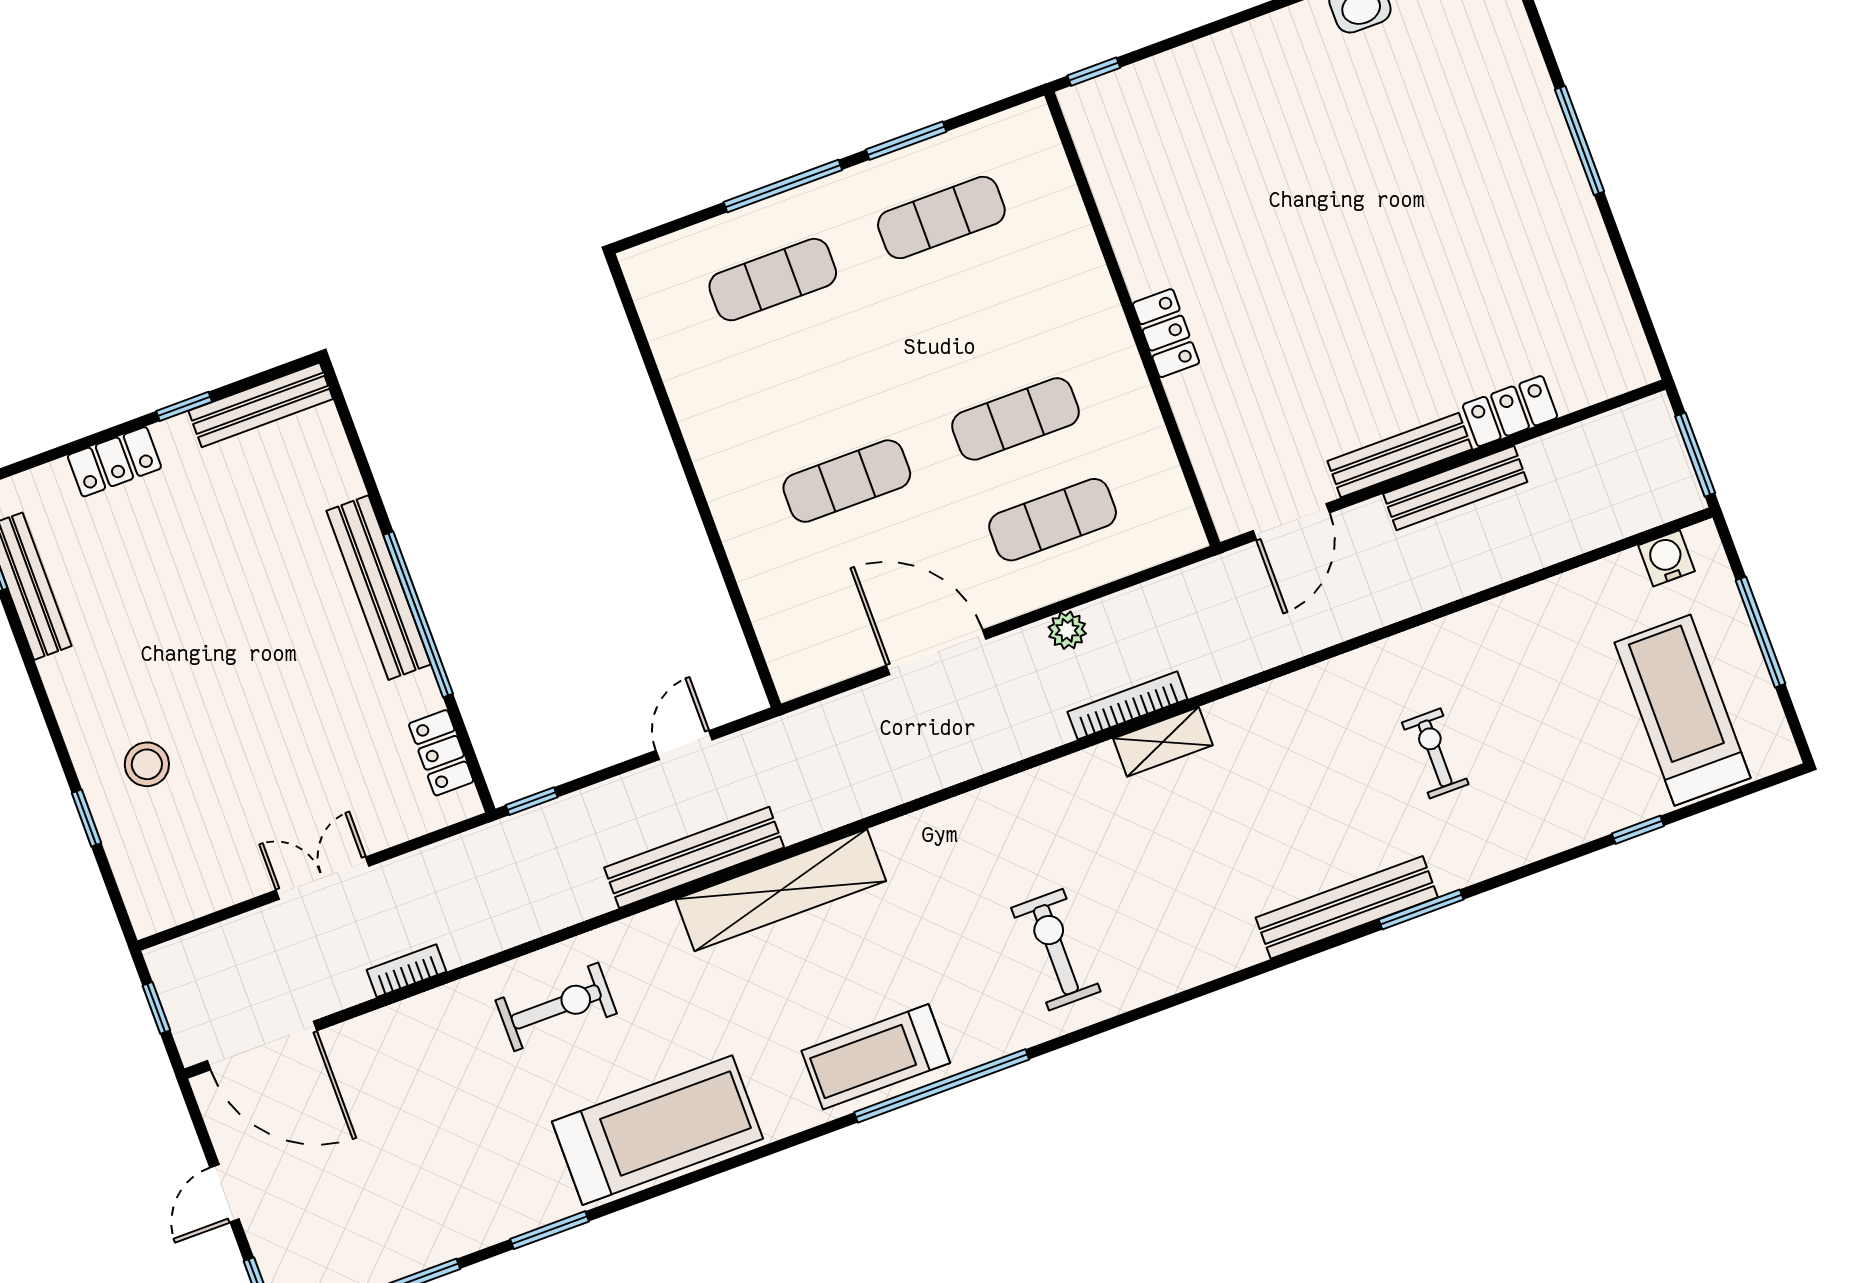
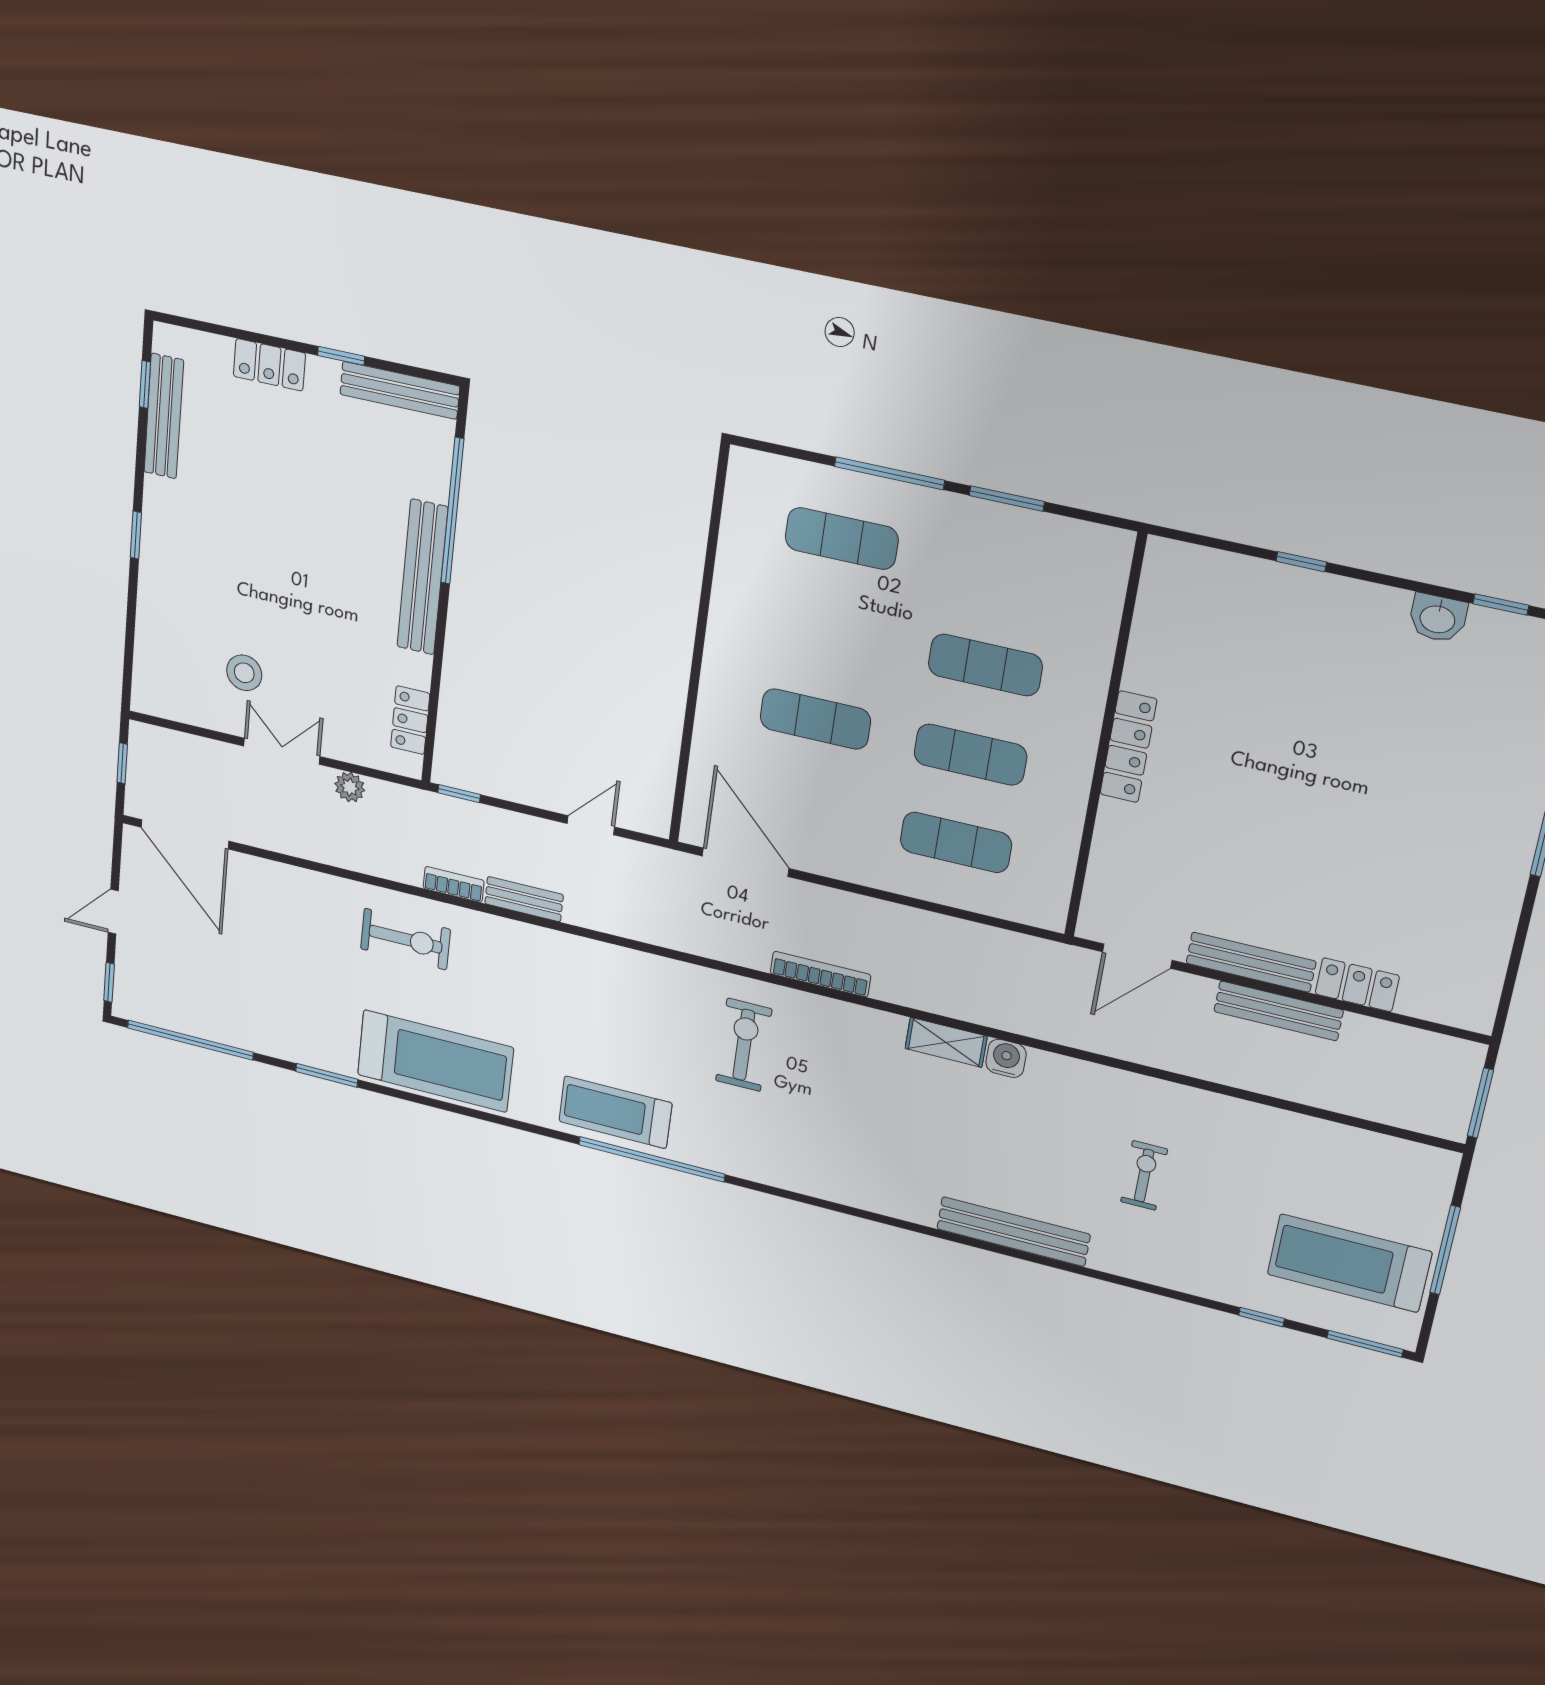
window: (1094, 72) -> (1301, 562), moved
exercise mat: (941, 218) -> (985, 665), moved
locker: (1166, 333) -> (1128, 747), width x1.53
water cooler: (1666, 558) -> (1006, 1058), moved
window: (418, 614) -> (452, 511), moved
plant: (1067, 630) -> (350, 787), moved
door: (936, 652) -> (746, 862), moved
bookcase: (1127, 705) -> (820, 974), moved
treadmill: (1682, 710) -> (1349, 1263), turned -90
stool: (147, 764) -> (244, 673), moved
window: (87, 818) -> (136, 535), moved
bench: (694, 857) -> (524, 899), width x0.54, depth x0.82
shelving: (781, 890) -> (608, 964), removed
window: (1421, 910) -> (1365, 1344), moved
exercise bike: (1056, 950) -> (744, 1045), moved
bookcase: (407, 971) -> (454, 884), moved

